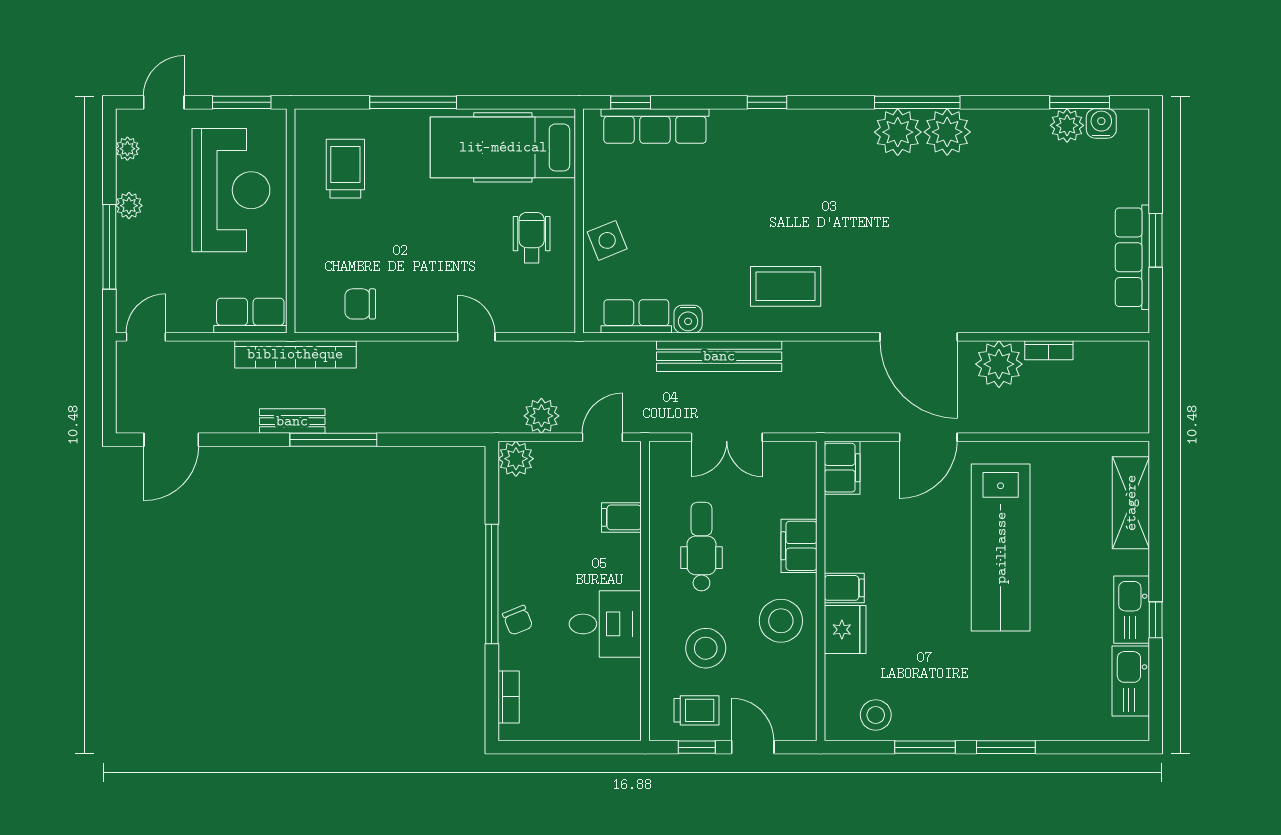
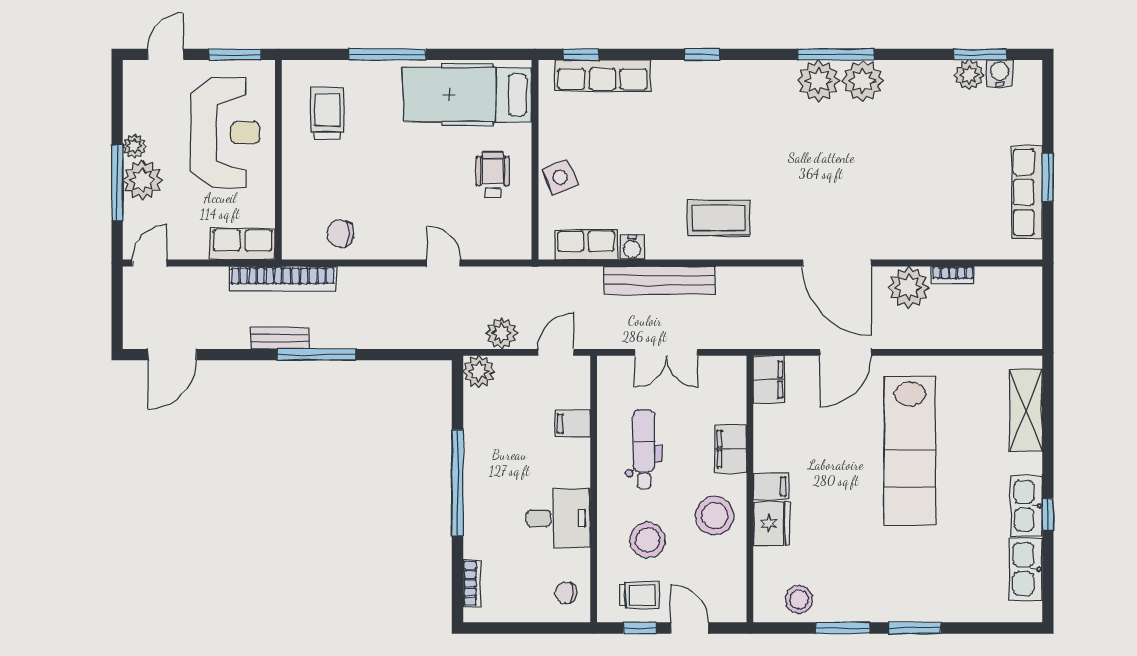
plant: (127, 149) -> (142, 180), moved, width x1.88, depth x1.88
chair: (518, 620) -> (566, 593), moved, turned 112

